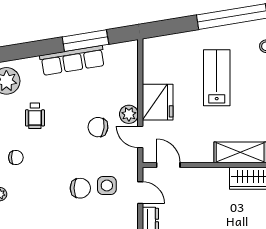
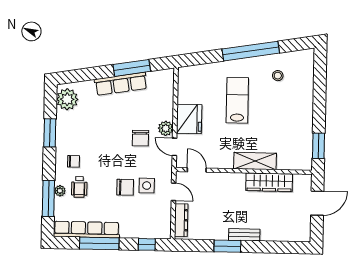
wheelchair: (35, 116) -> (79, 187), moved
chair: (98, 127) -> (140, 138), turned -98

